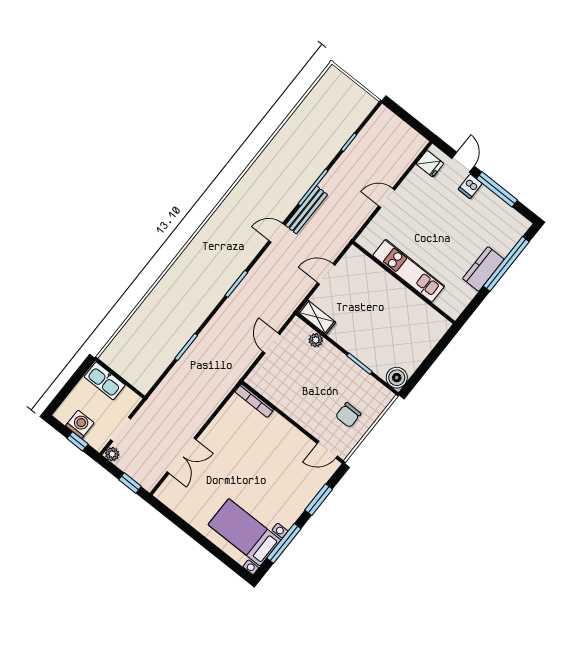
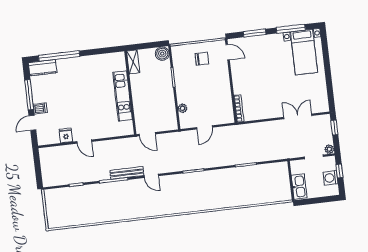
fridge: (430, 164) -> (66, 135), moved
kitchen counter: (483, 269) -> (43, 68), moved
kitchen unit: (409, 271) -> (123, 96), moved
wall: (404, 283) -> (130, 93), moved
shelving: (317, 317) -> (133, 62), moved

